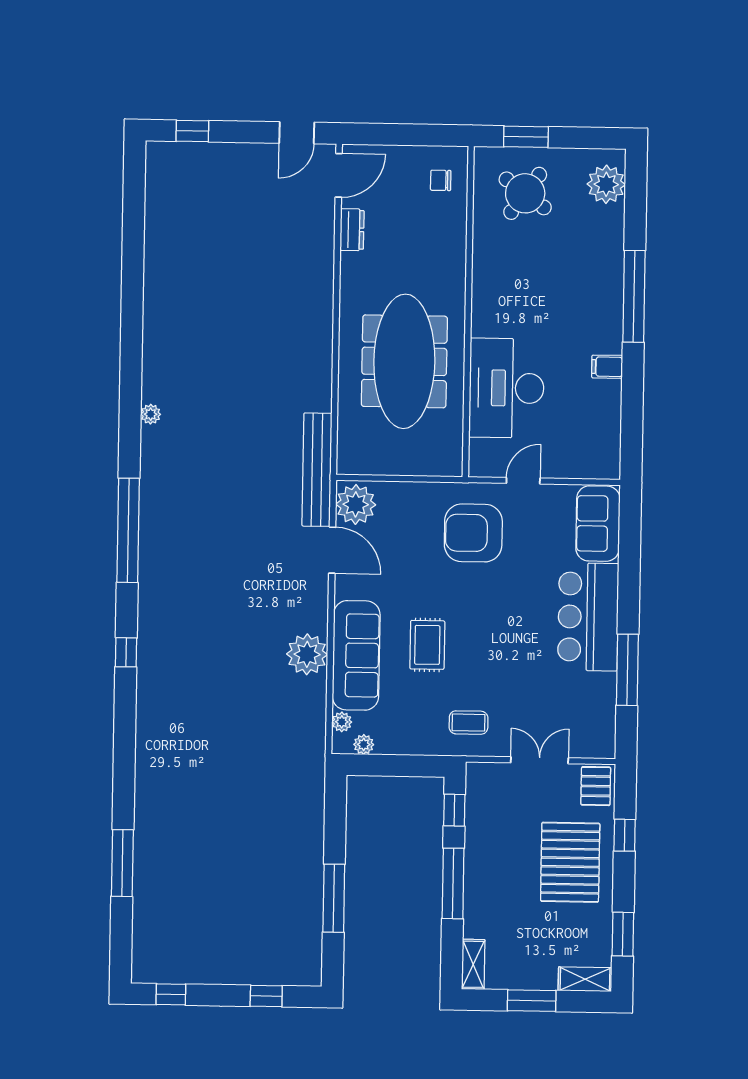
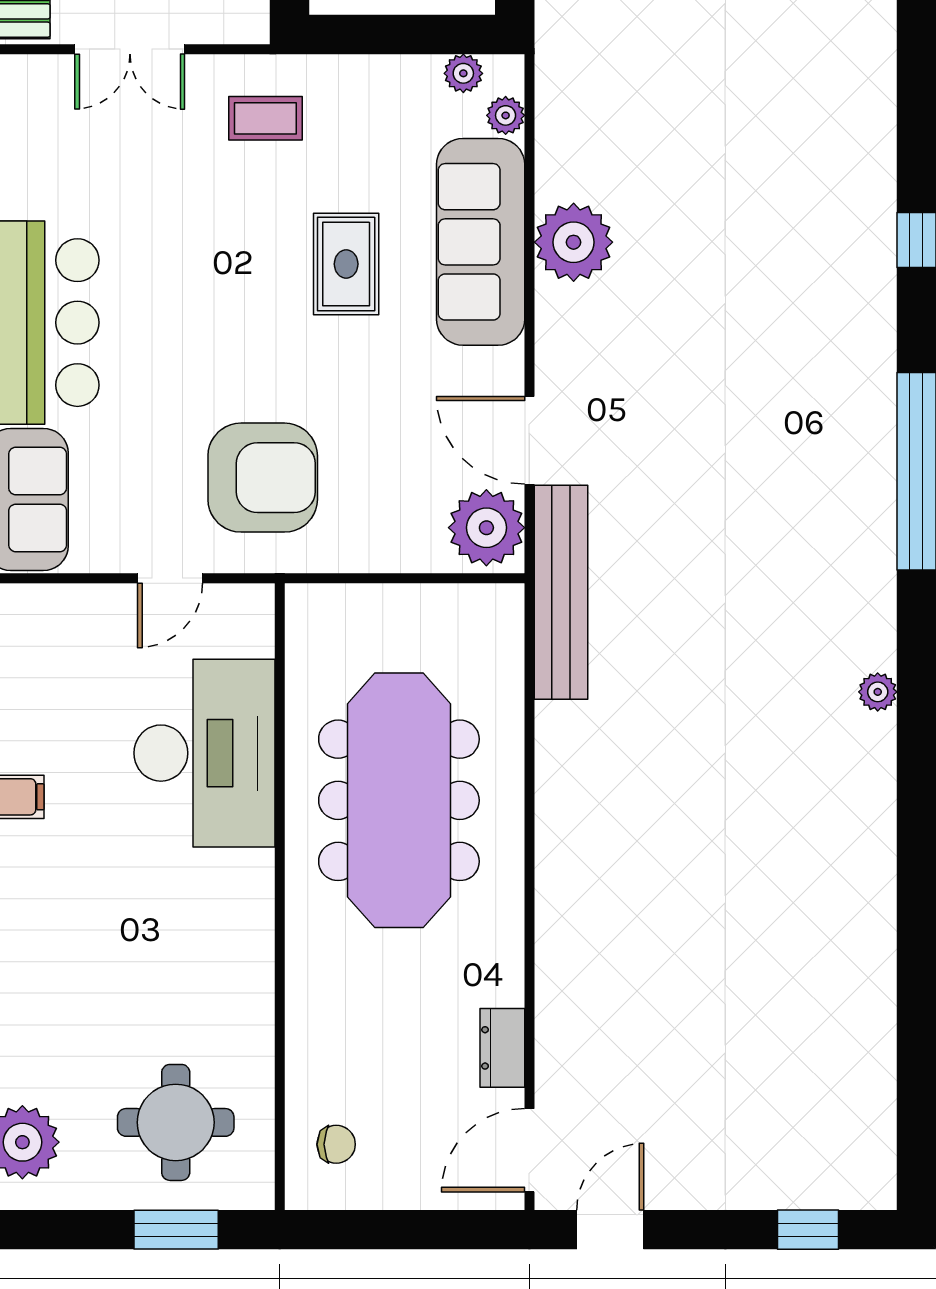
round table: (525, 193) -> (176, 1122), turned -36

